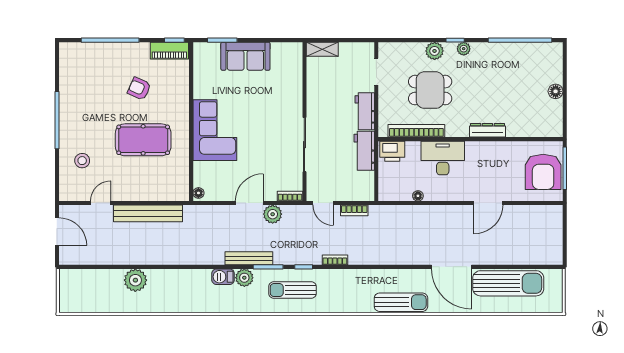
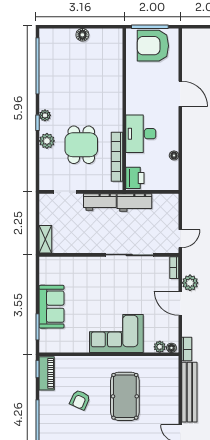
dresser: (487, 130) -> (116, 94), removed
armchair: (543, 172) -> (153, 46), turned 180
plant: (200, 180) -> (160, 347), added
bookcase: (354, 210) -> (187, 349), moved

